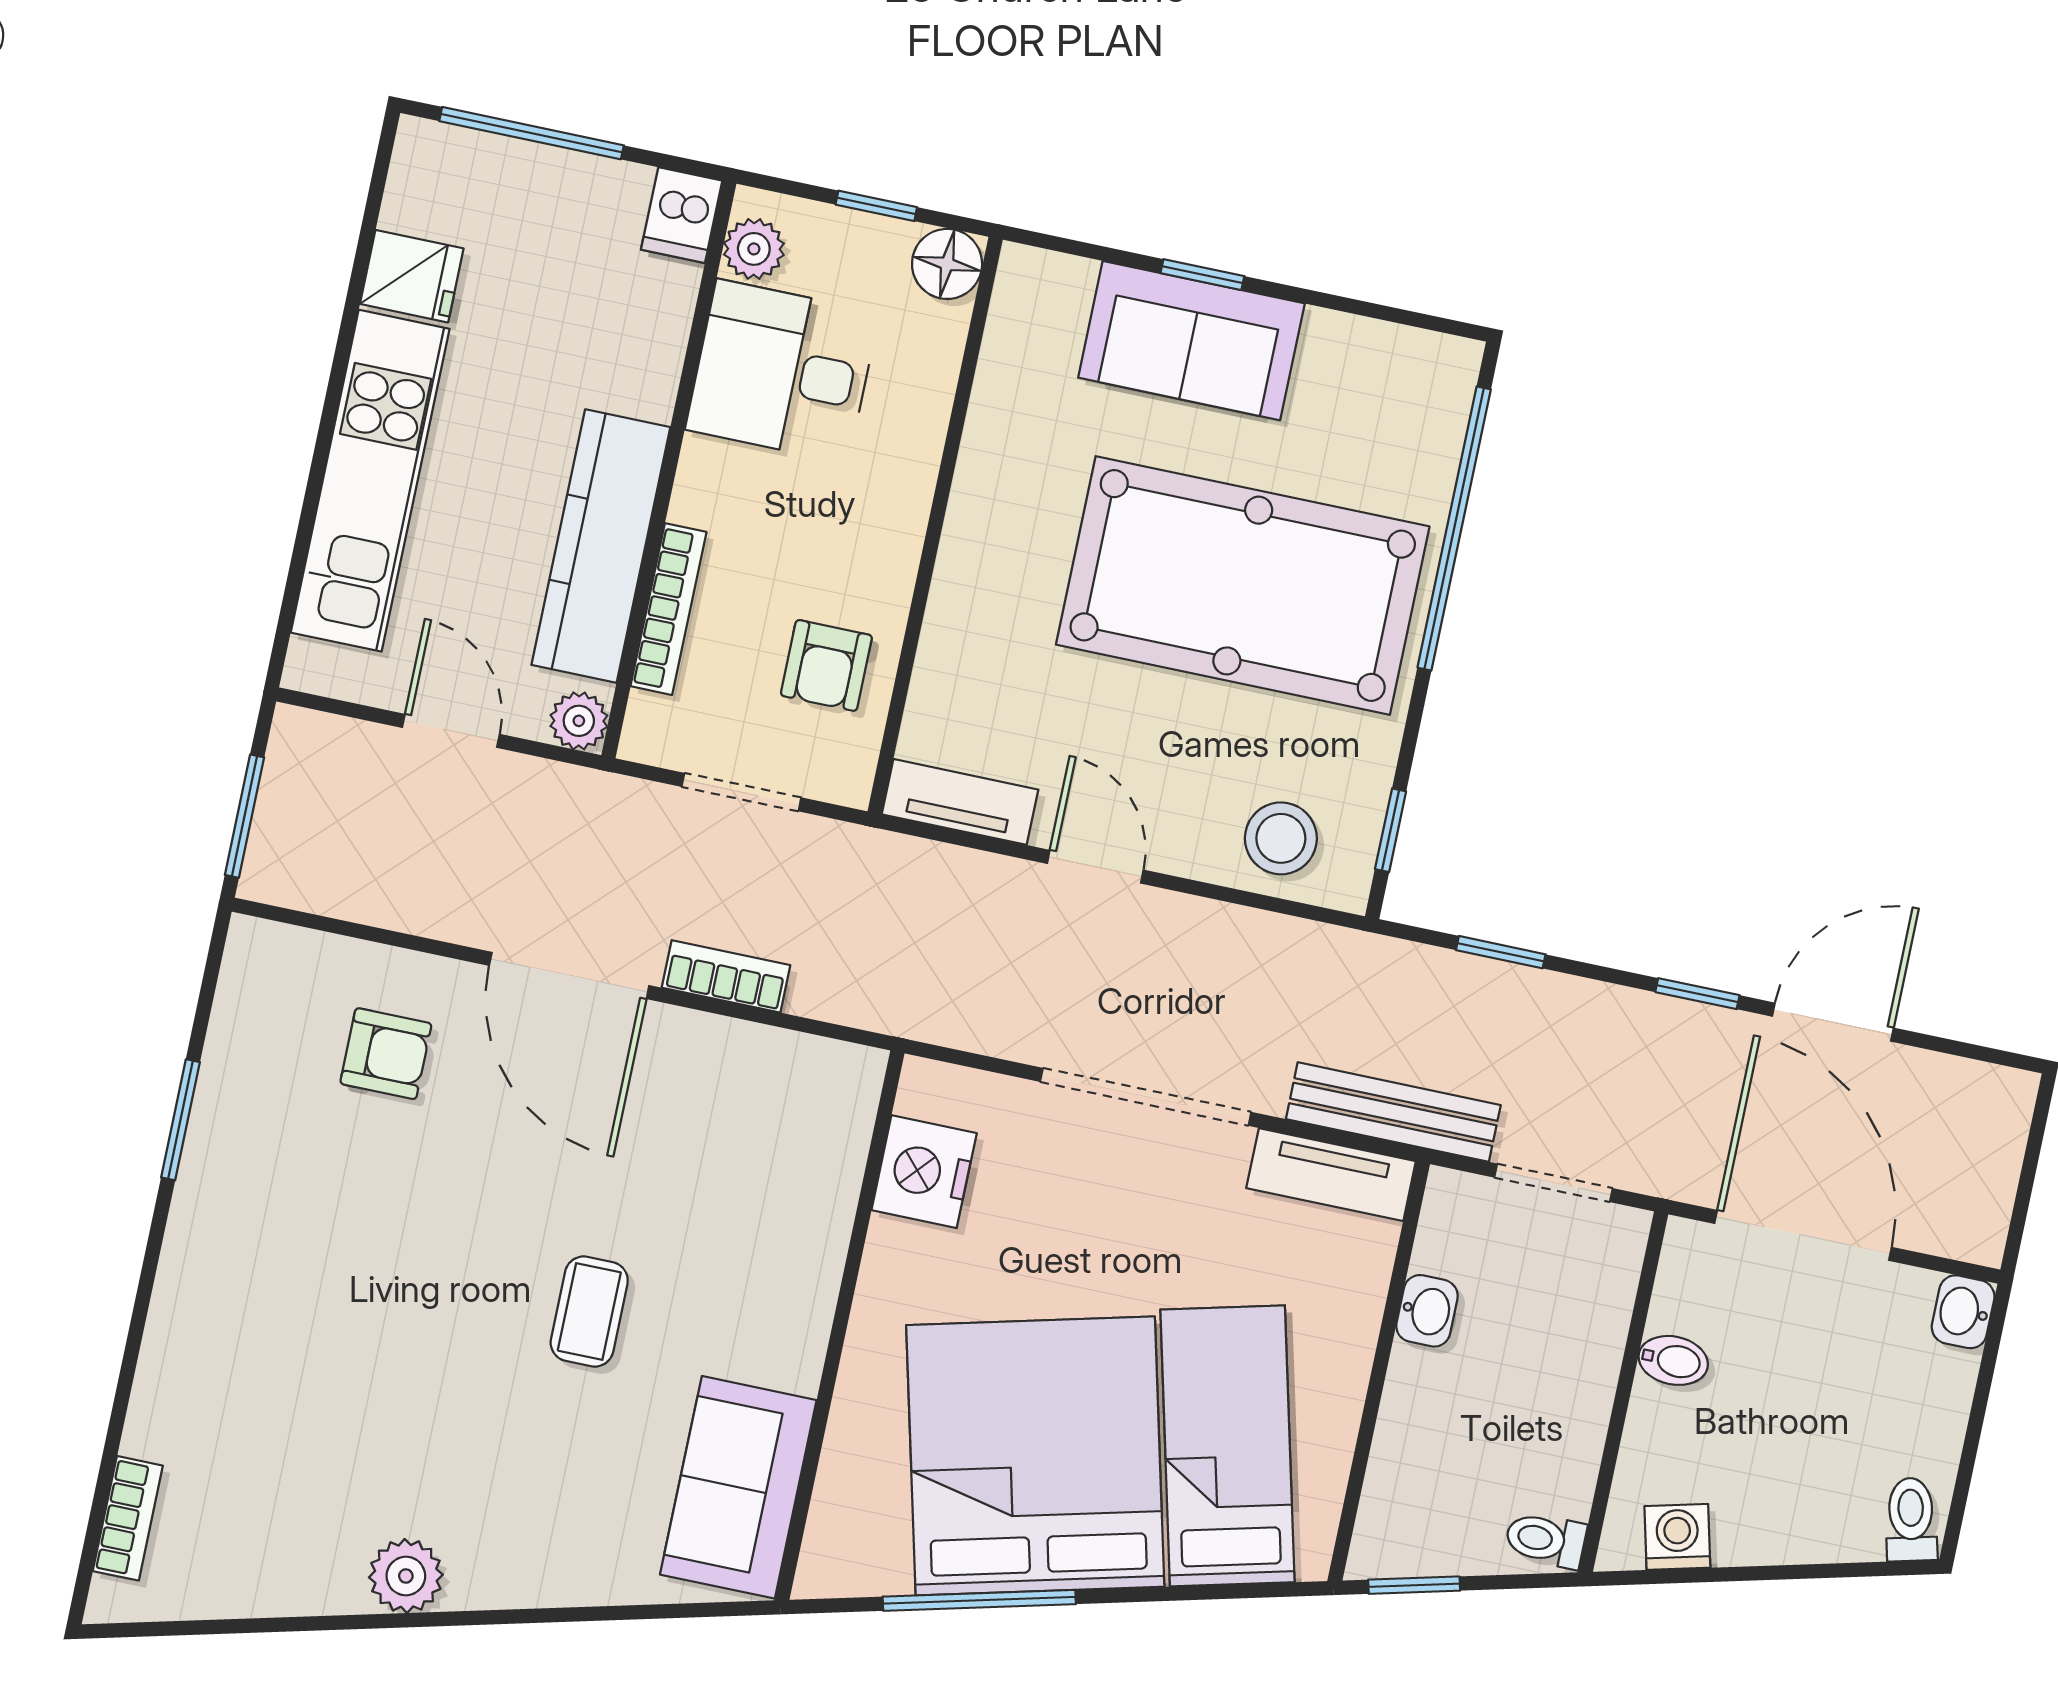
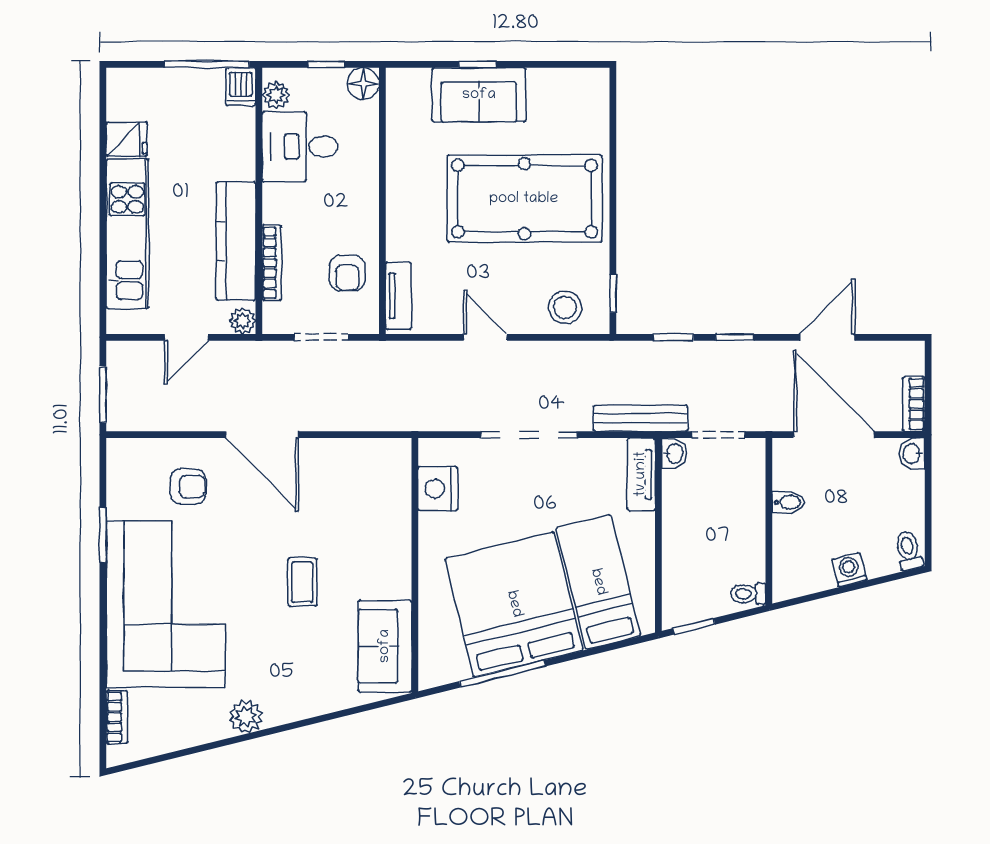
window: (531, 133) -> (207, 64), moved
window: (1454, 528) -> (613, 154), removed
door: (451, 731) -> (187, 337), swing flipped
tv unit: (960, 802) -> (398, 296), moved, turned 90
bookcase: (726, 976) -> (914, 404), moved, turned -90
window: (1697, 994) -> (735, 337), moved
tv unit: (1331, 1175) -> (641, 474), moved, turned 90
corner sofa: (284, 1297) -> (166, 604), added
washbasin: (1427, 1311) -> (674, 453), moved
washing machine: (1677, 1537) -> (849, 570), moved

